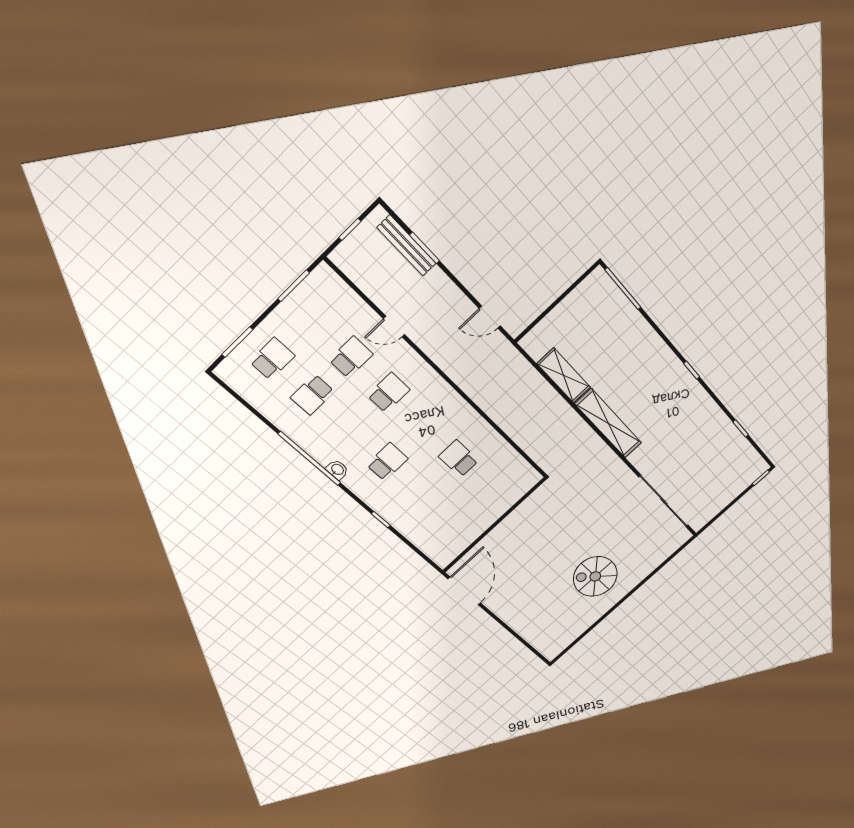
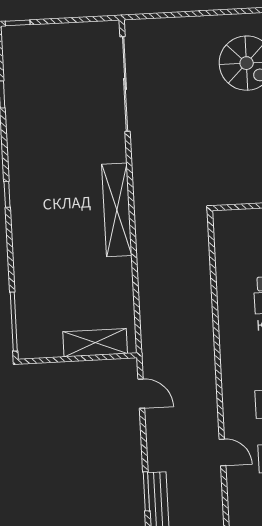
shelving: (564, 375) -> (95, 343), moved, turned 90

